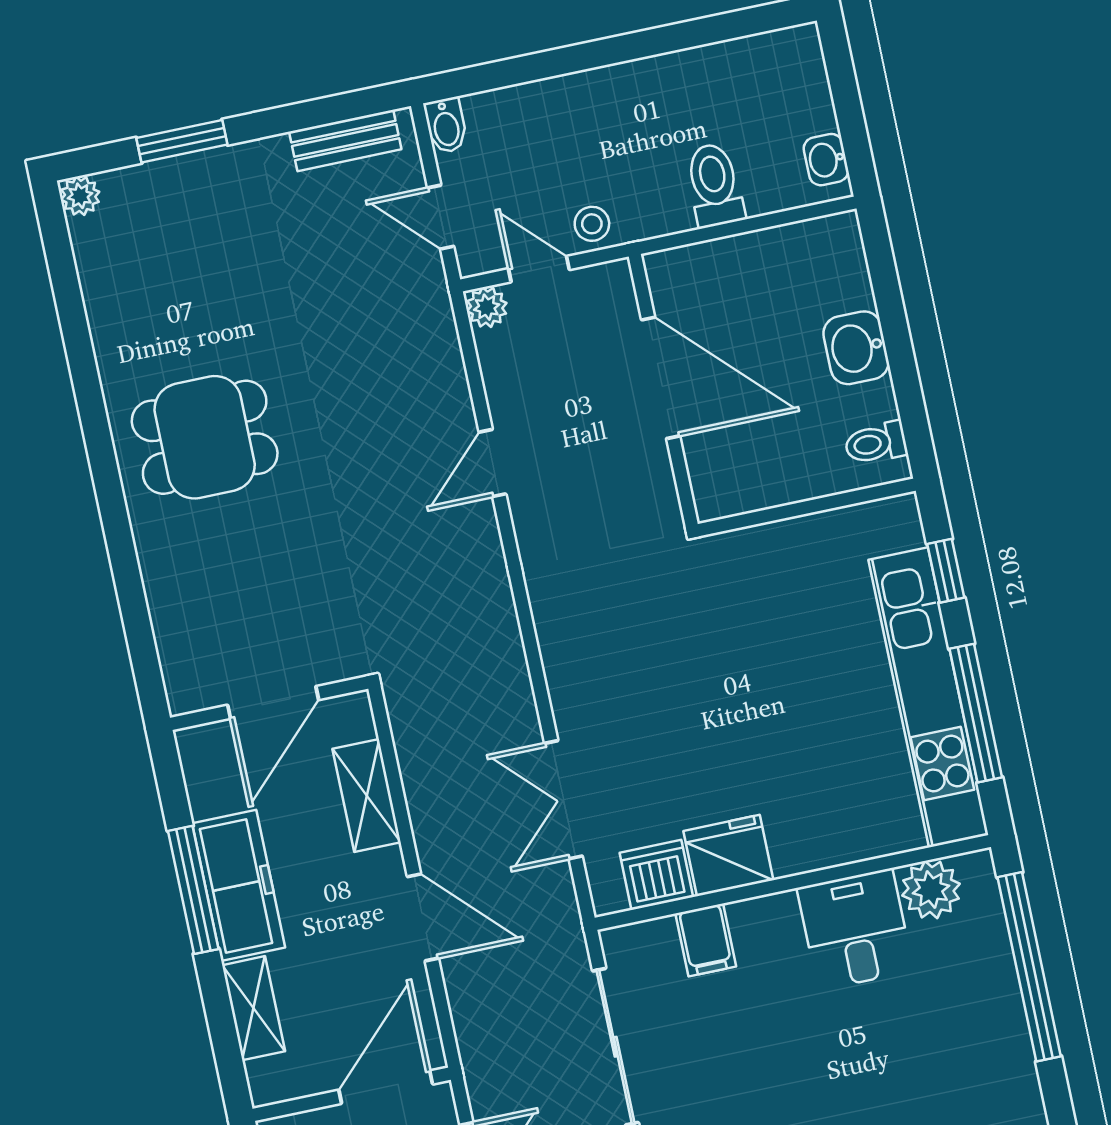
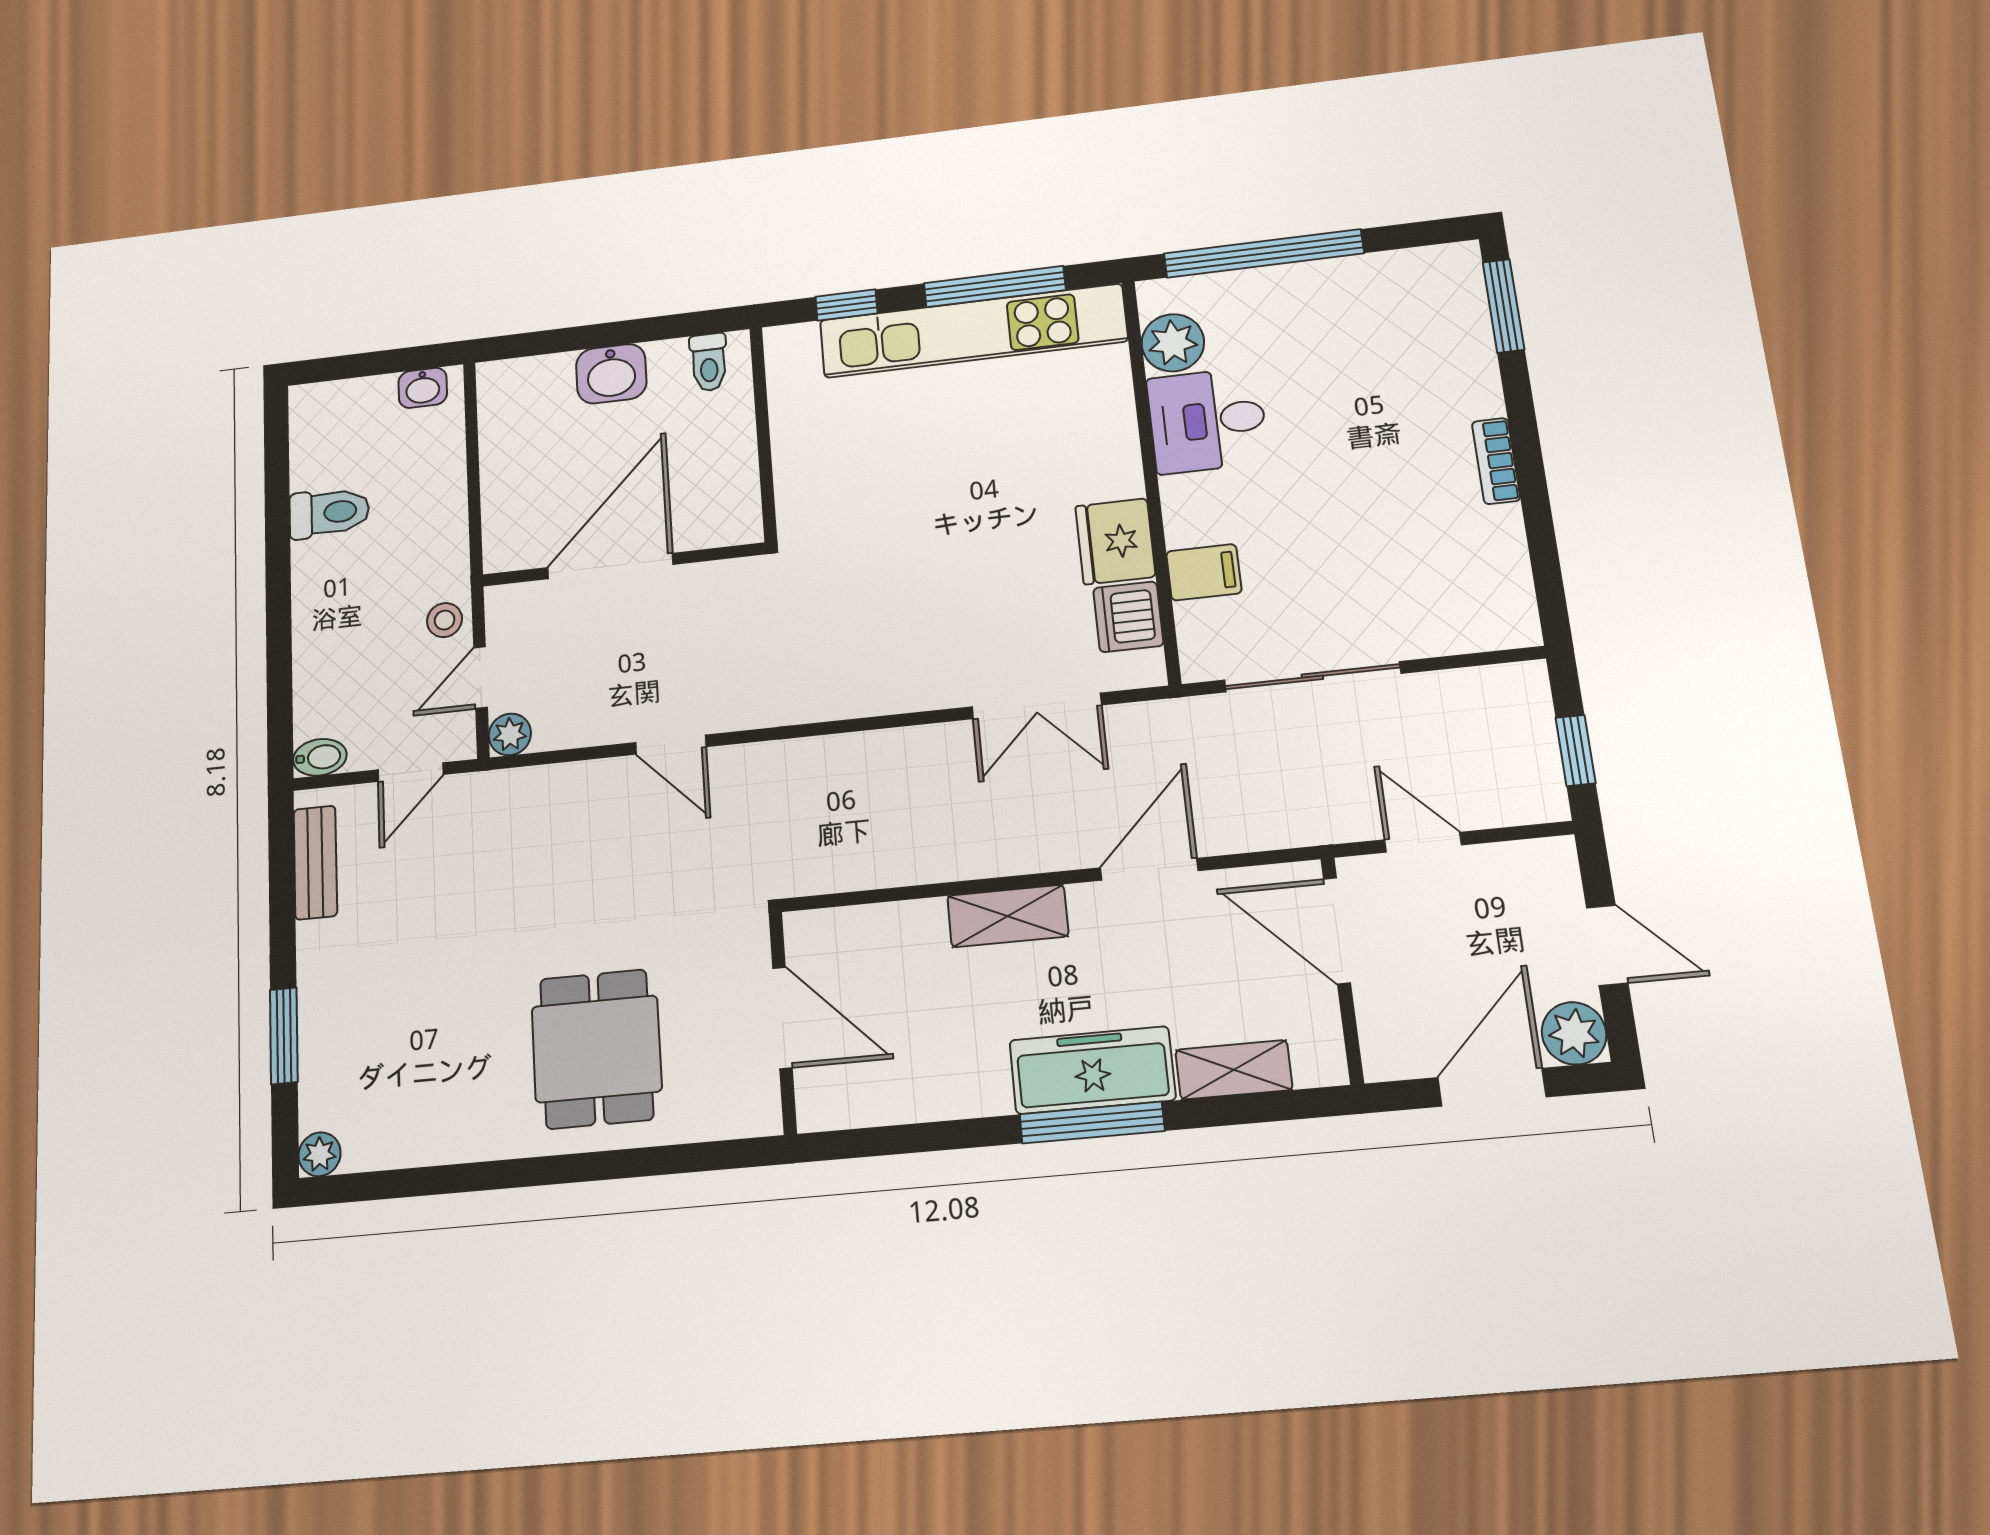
toilet: (715, 185) -> (329, 513), moved, turned 180
door: (273, 702) -> (782, 1018), moved
wall: (269, 703) -> (783, 1022), moved

